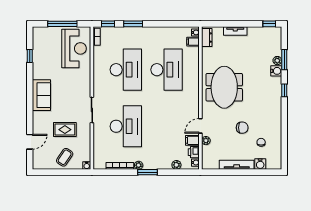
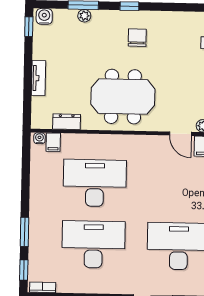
dresser: (207, 38) -> (67, 122), moved
water cooler: (276, 71) -> (44, 16), moved
chair: (242, 128) -> (137, 38), moved

